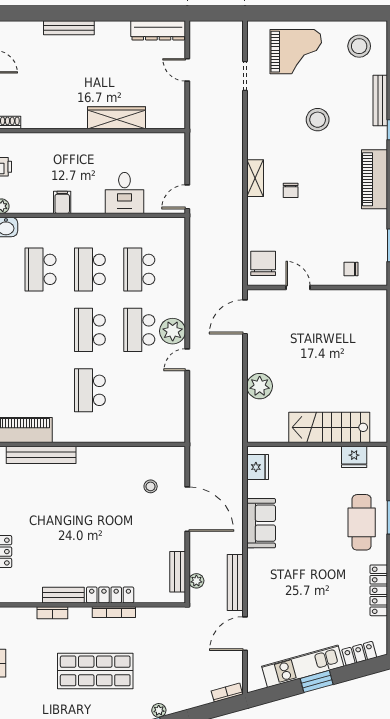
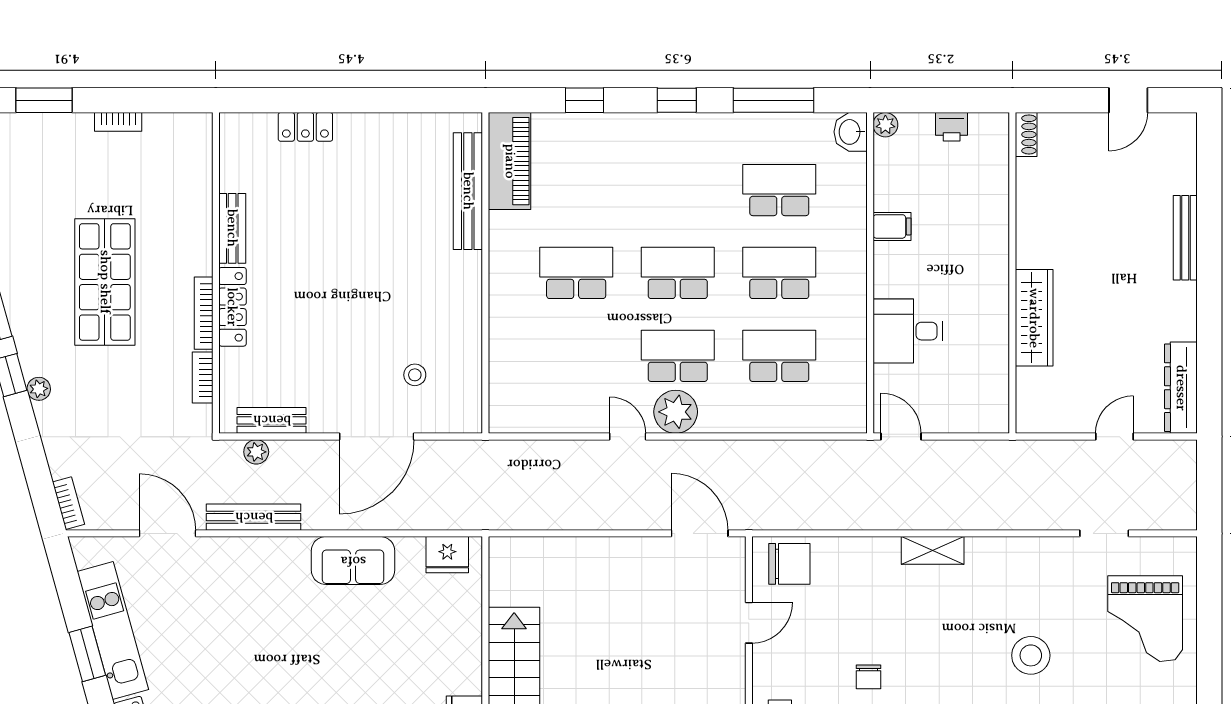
chair: (291, 190) -> (869, 677), moved, turned -90
plant: (260, 386) -> (583, 558), removed
bookcase: (52, 613) -> (203, 377), moved

